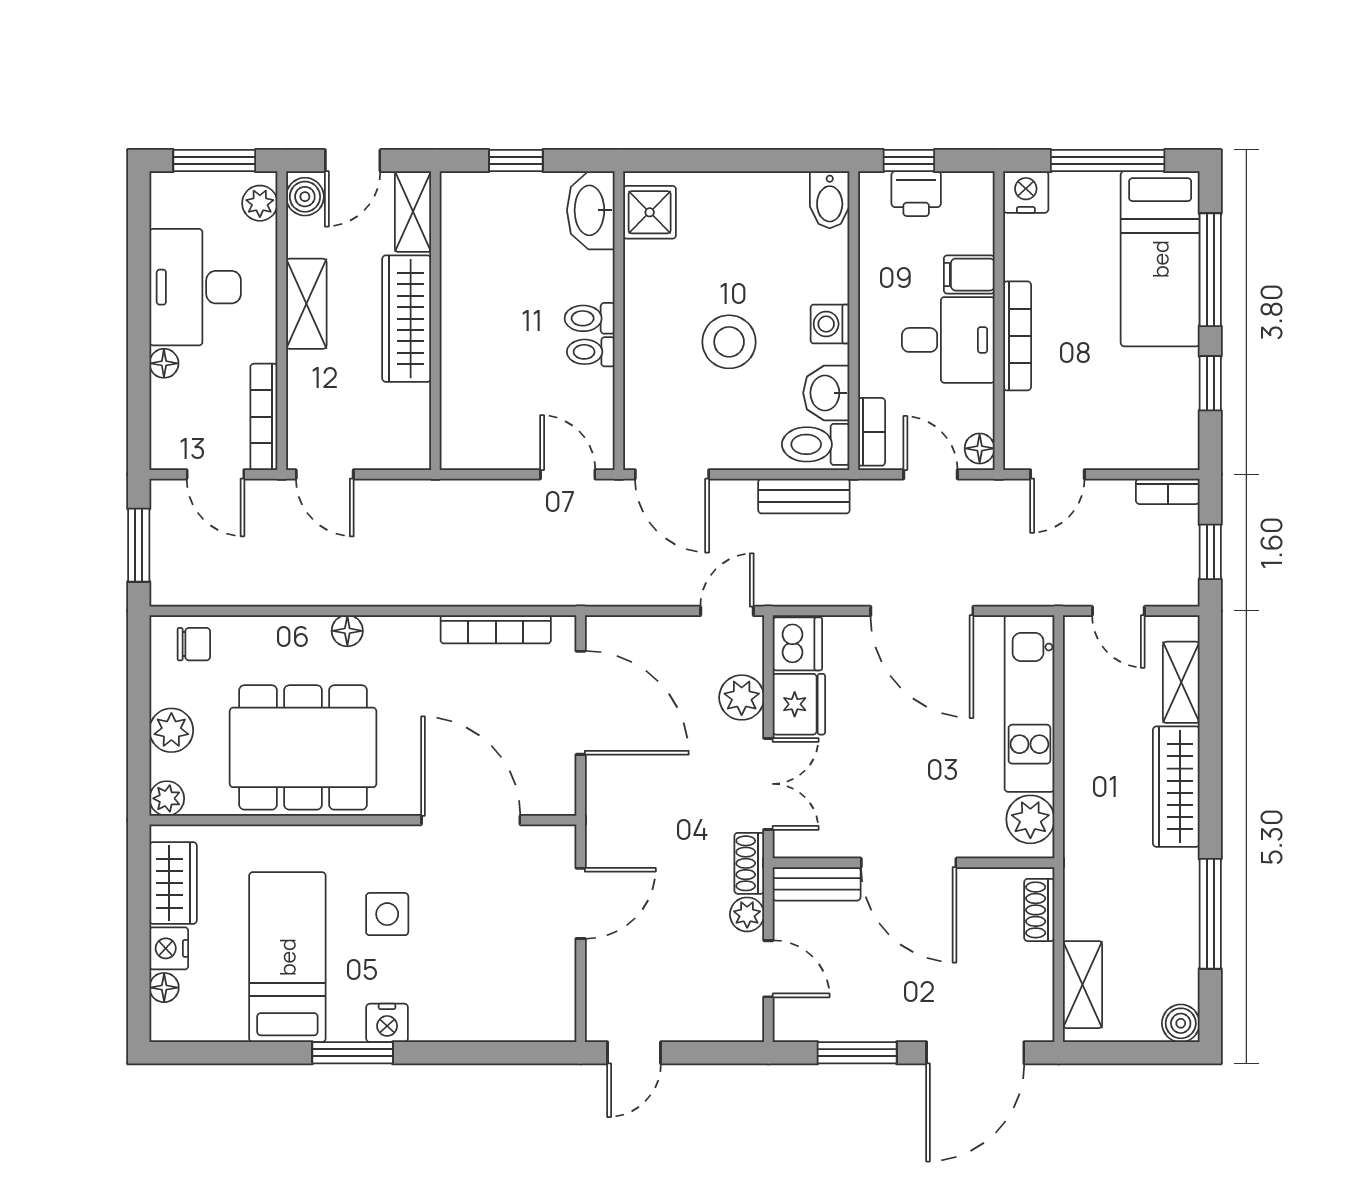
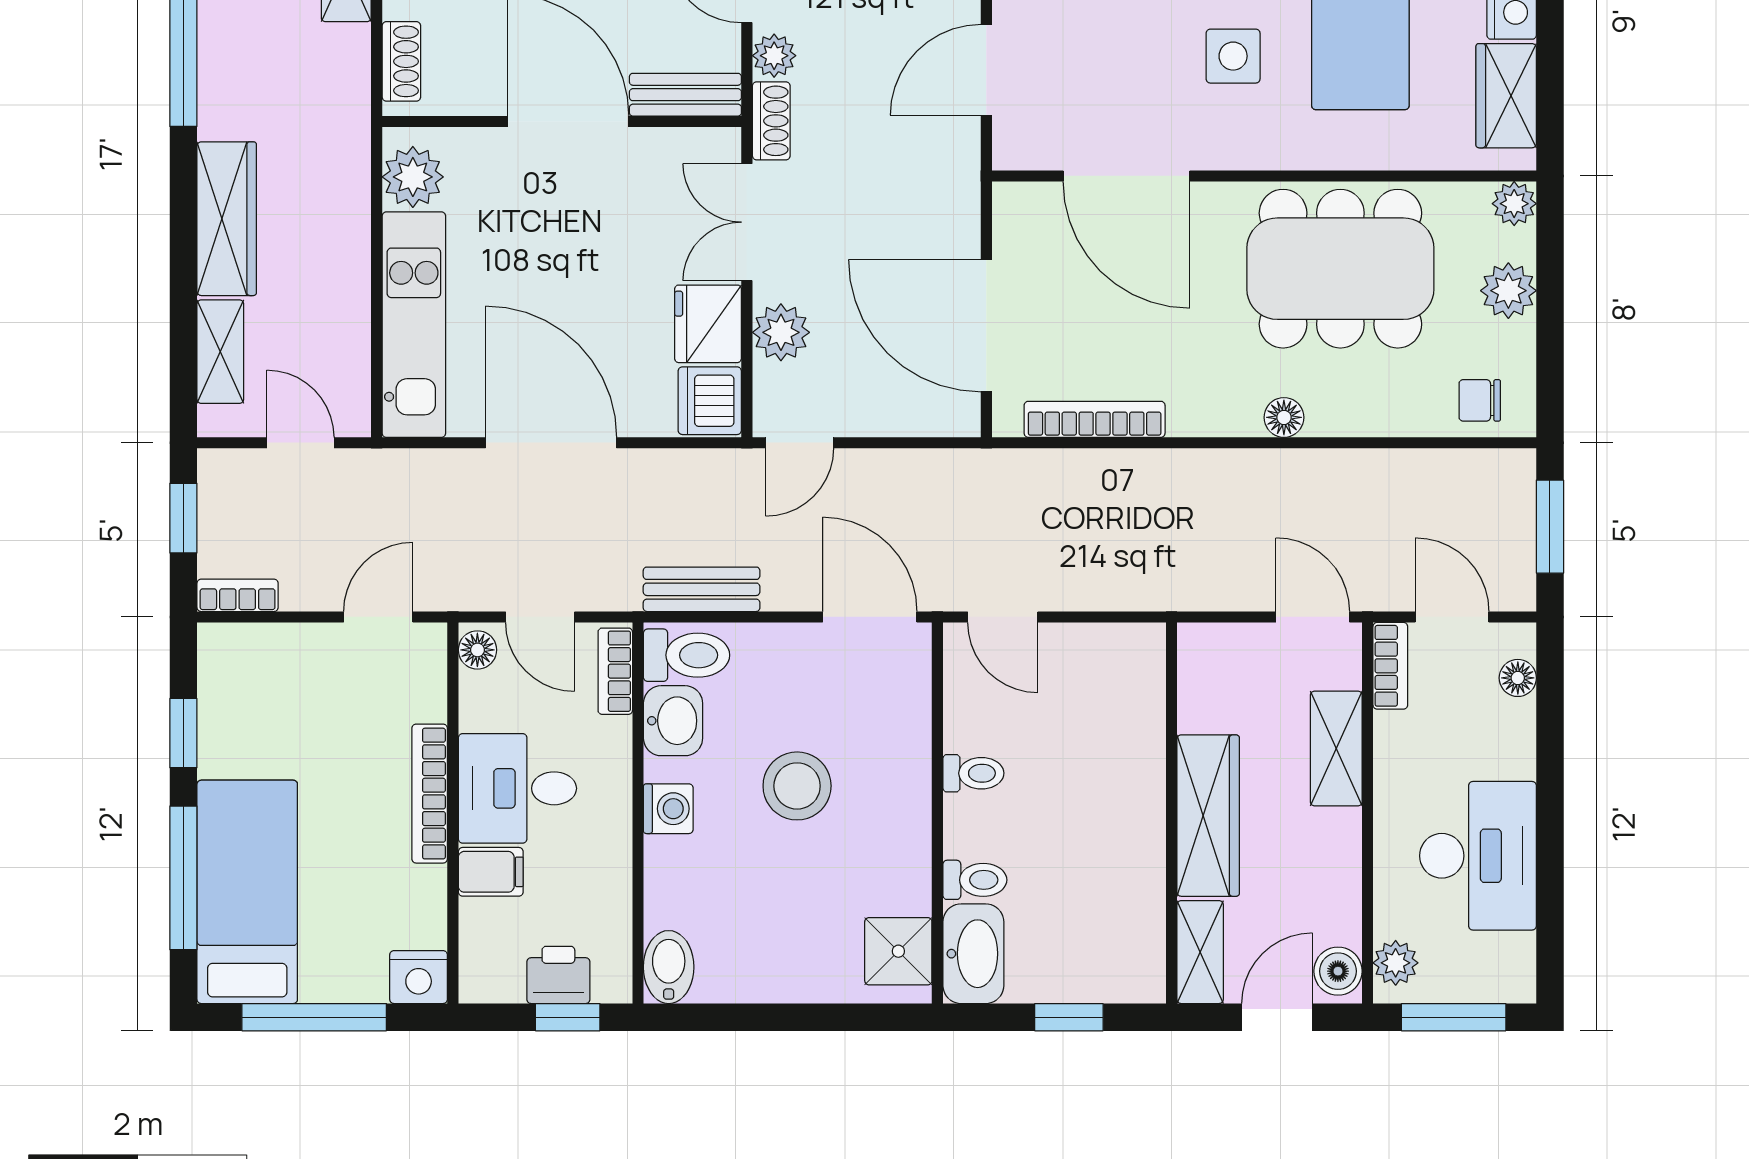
shelving: (306, 304) -> (1336, 749), moved
toilet: (590, 318) -> (975, 880), moved
floor lamp: (164, 363) -> (1518, 678), moved
bookcase: (264, 417) -> (1390, 666), width x0.64

